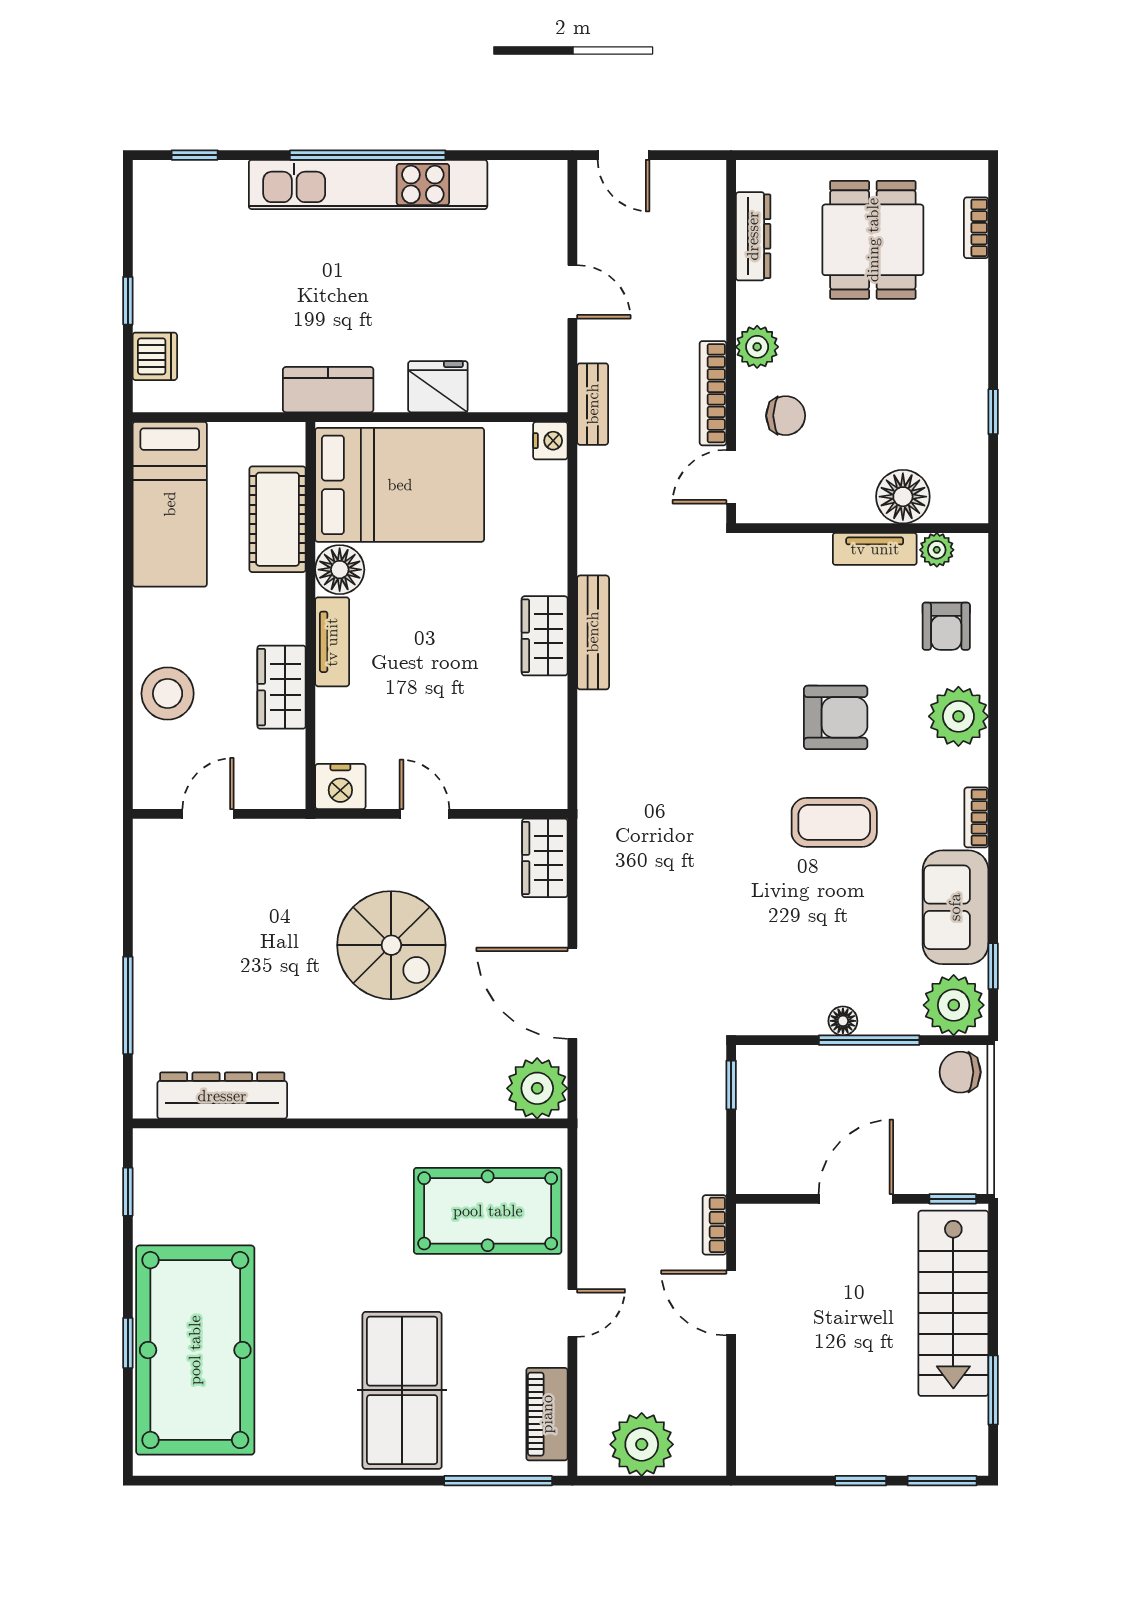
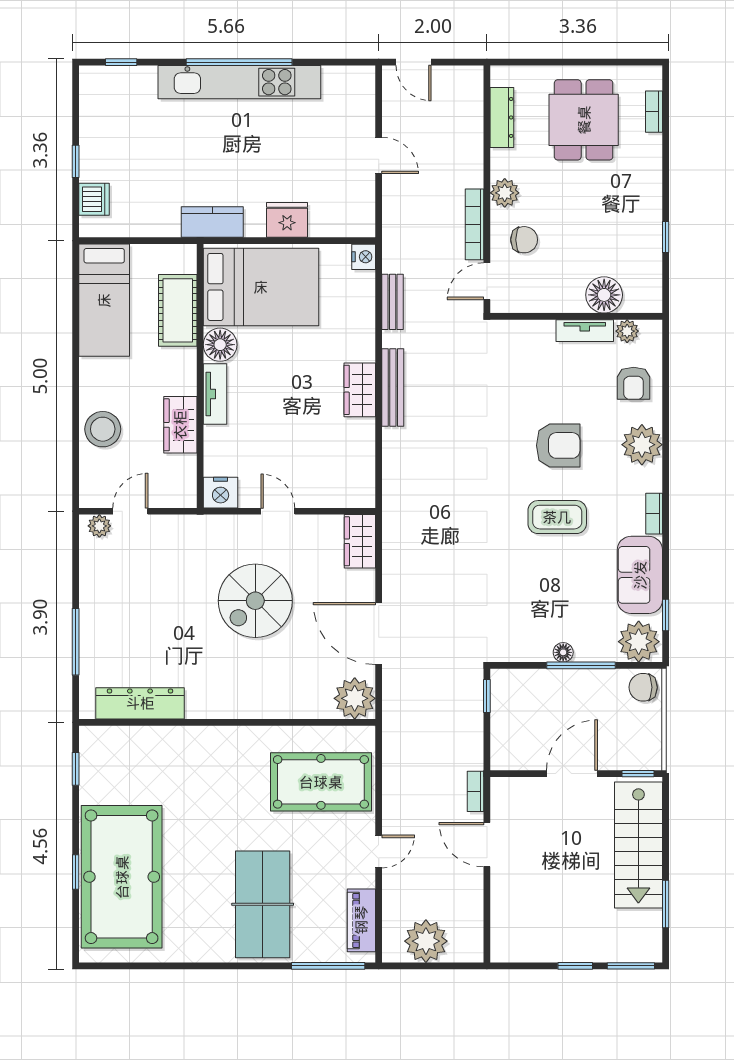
bench: (593, 404) -> (393, 302), moved
plant: (163, 836) -> (99, 526), added
spiral stairs: (391, 945) -> (255, 601), turned 90

